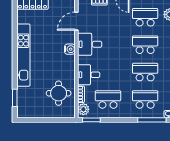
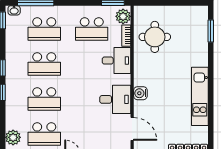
door: (76, 21) -> (132, 129), hinge flipped
kitchen unit: (23, 55) -> (200, 96), width x0.73

